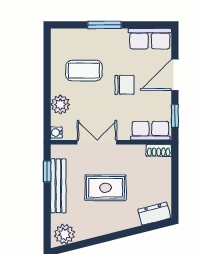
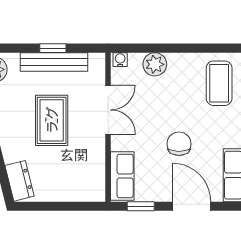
coffee table: (84, 71) -> (219, 83), moved
chair: (124, 85) -> (179, 144), turned 180
shoe rack: (159, 150) -> (98, 186), removed
window: (47, 171) -> (53, 48), moved

